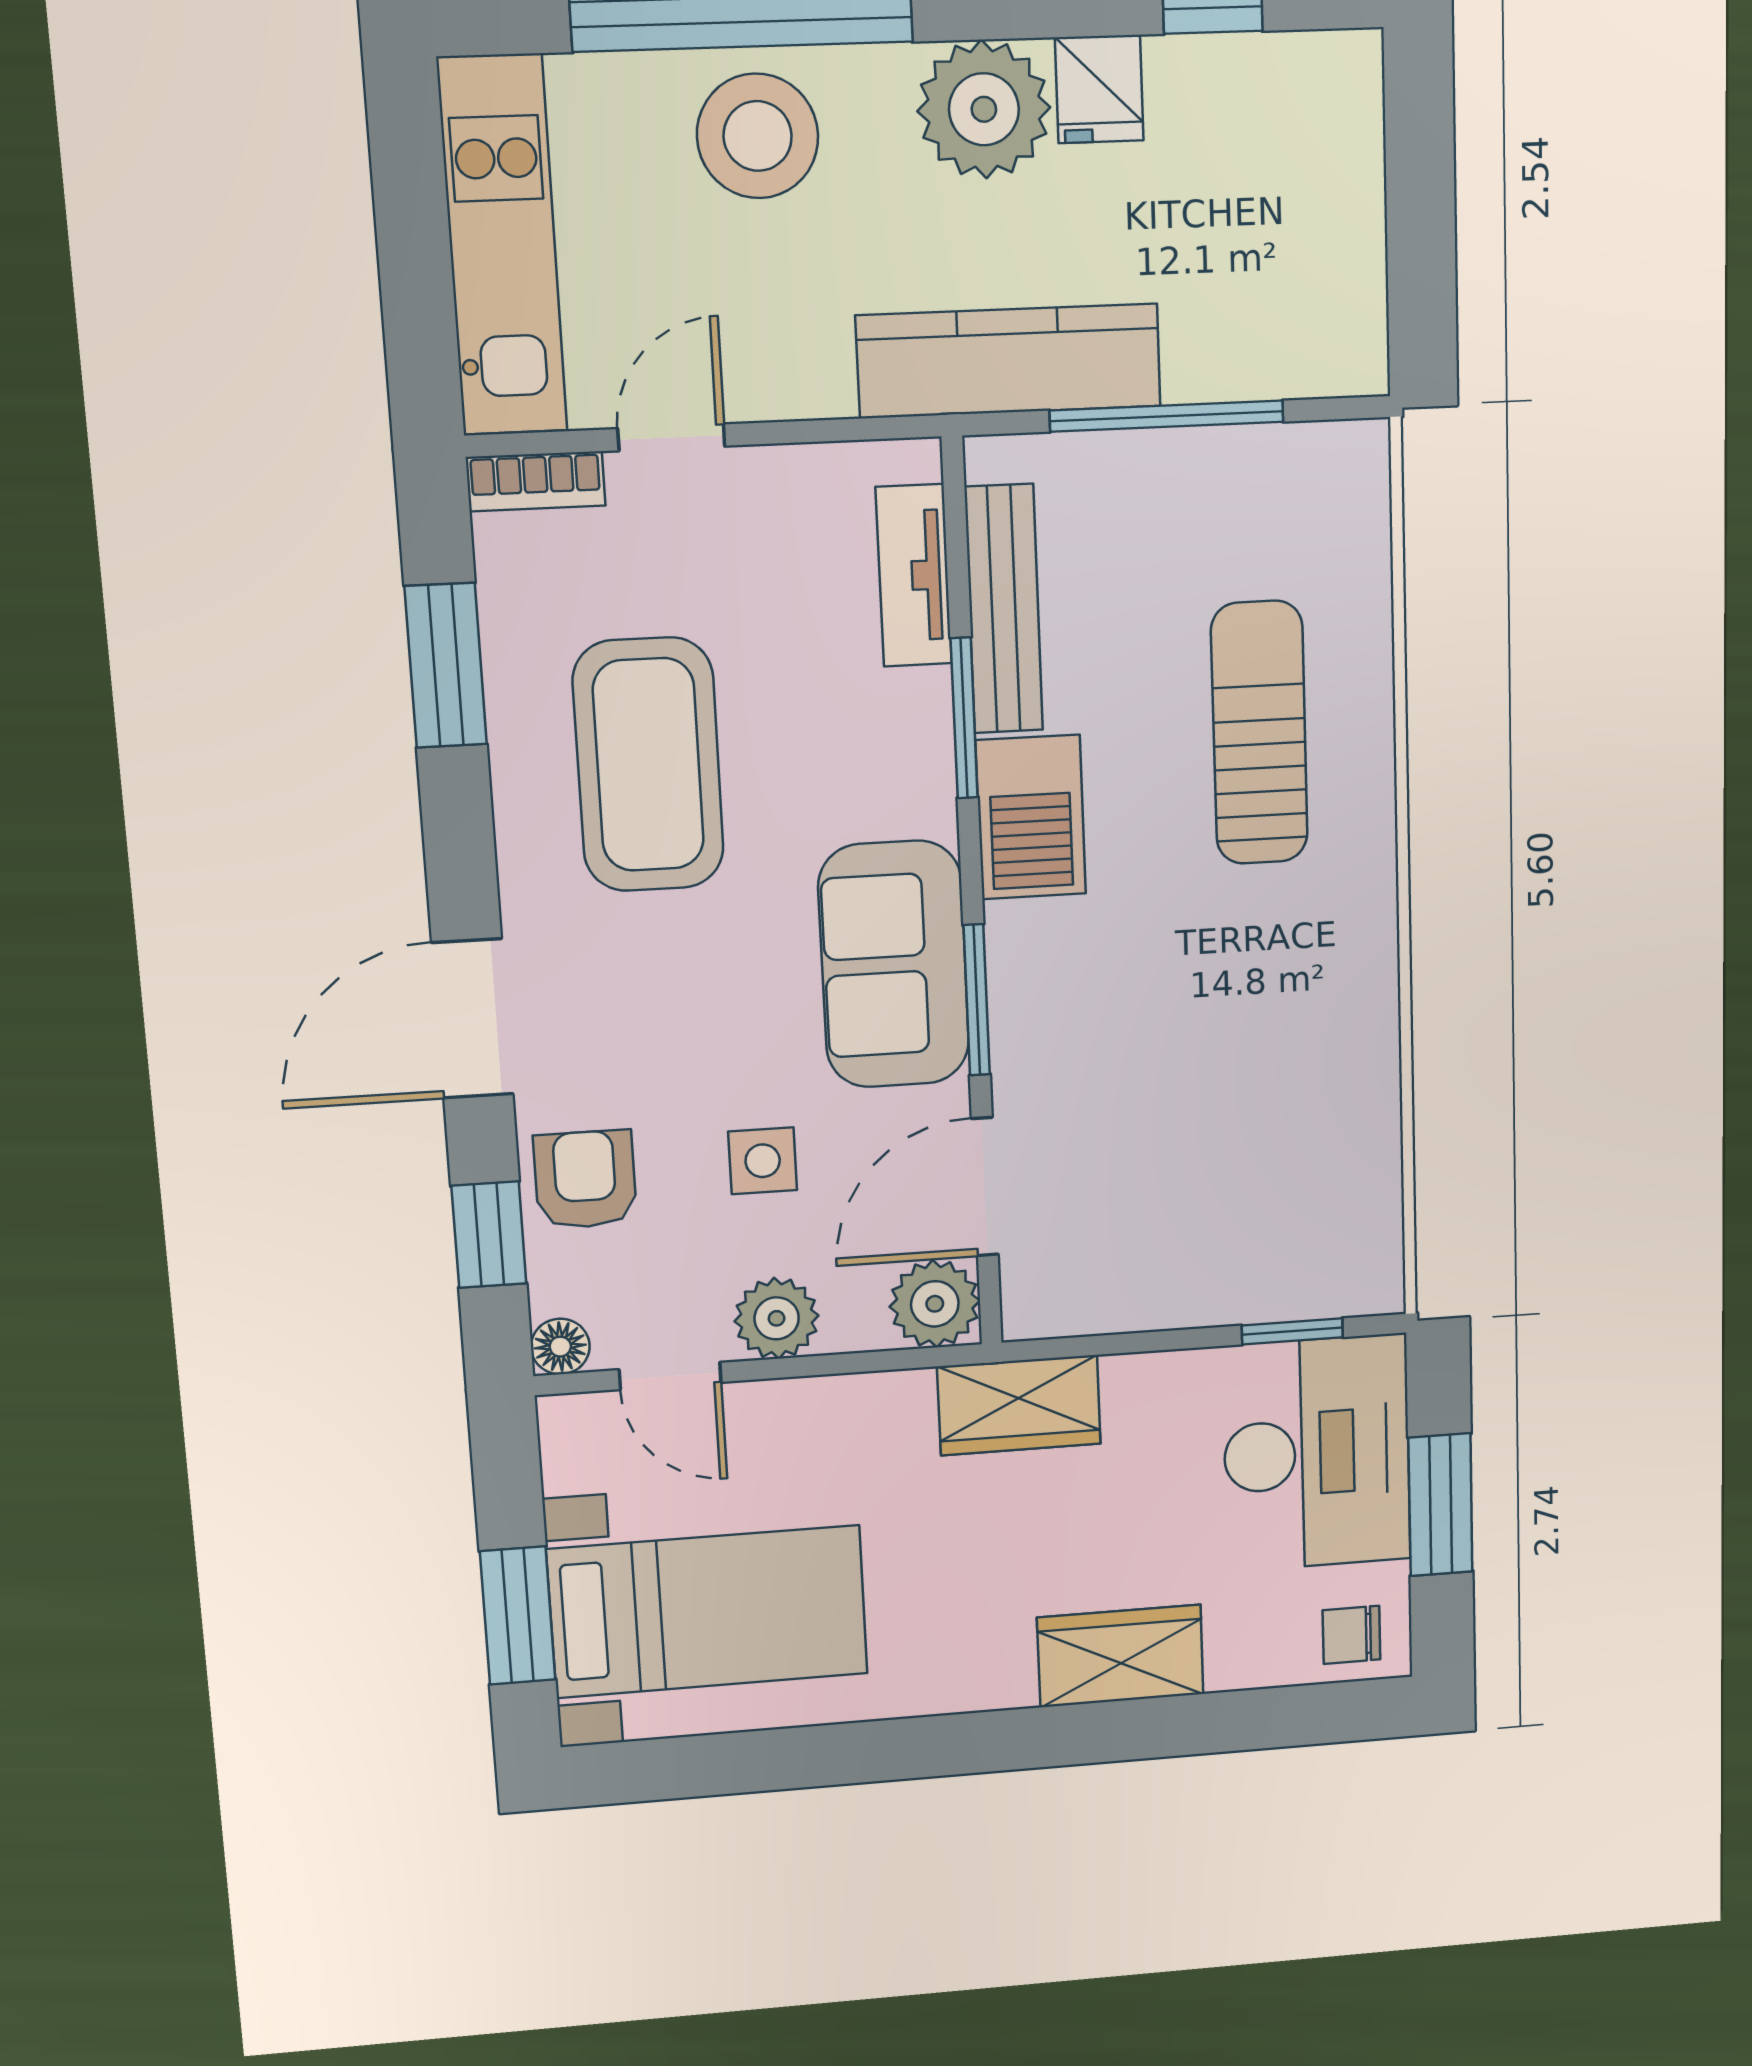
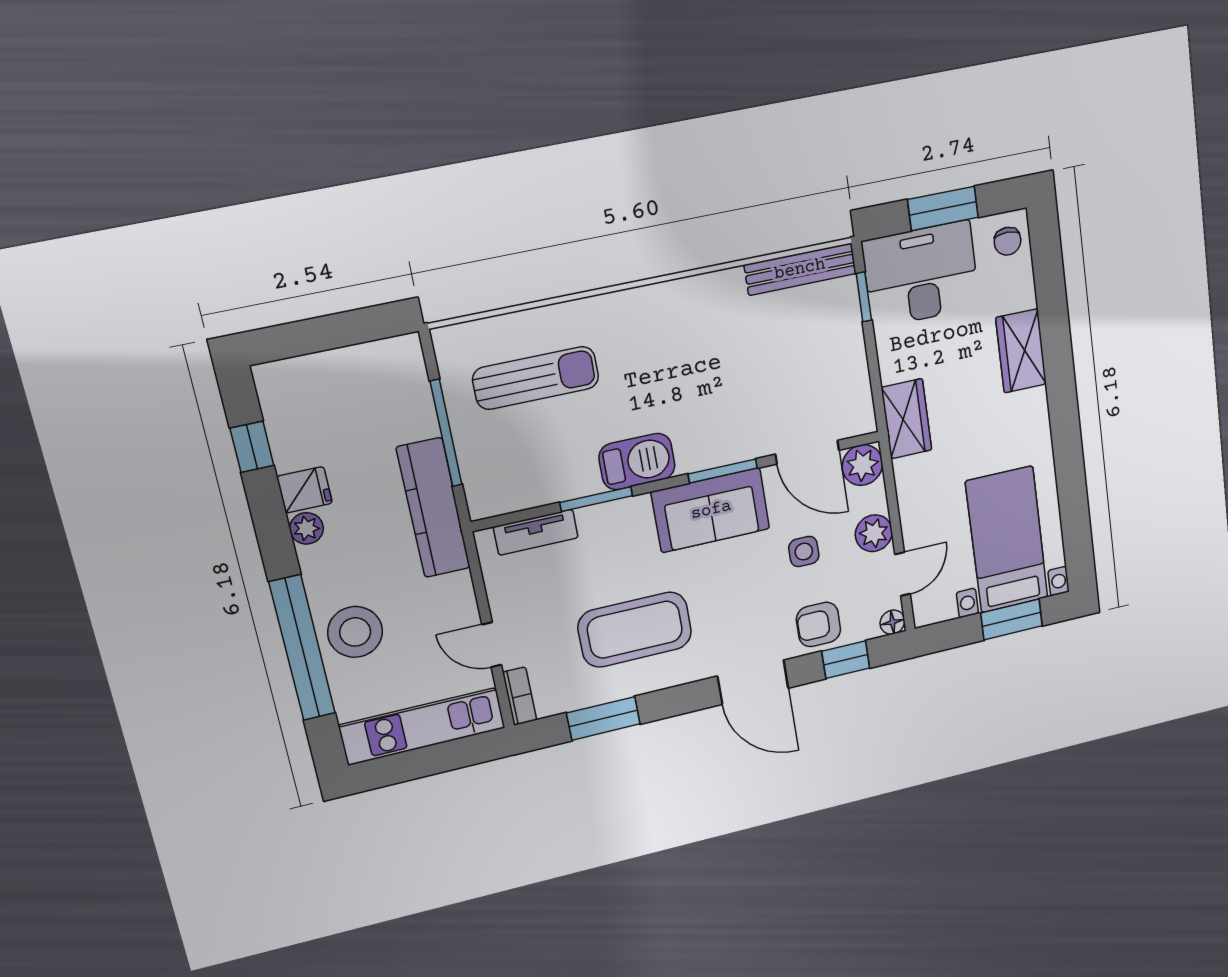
plant: (984, 109) -> (306, 528), width x0.53, depth x0.53
bench: (1004, 609) -> (800, 269), moved
sun lounger: (1259, 733) -> (536, 378), moved, turned 180

